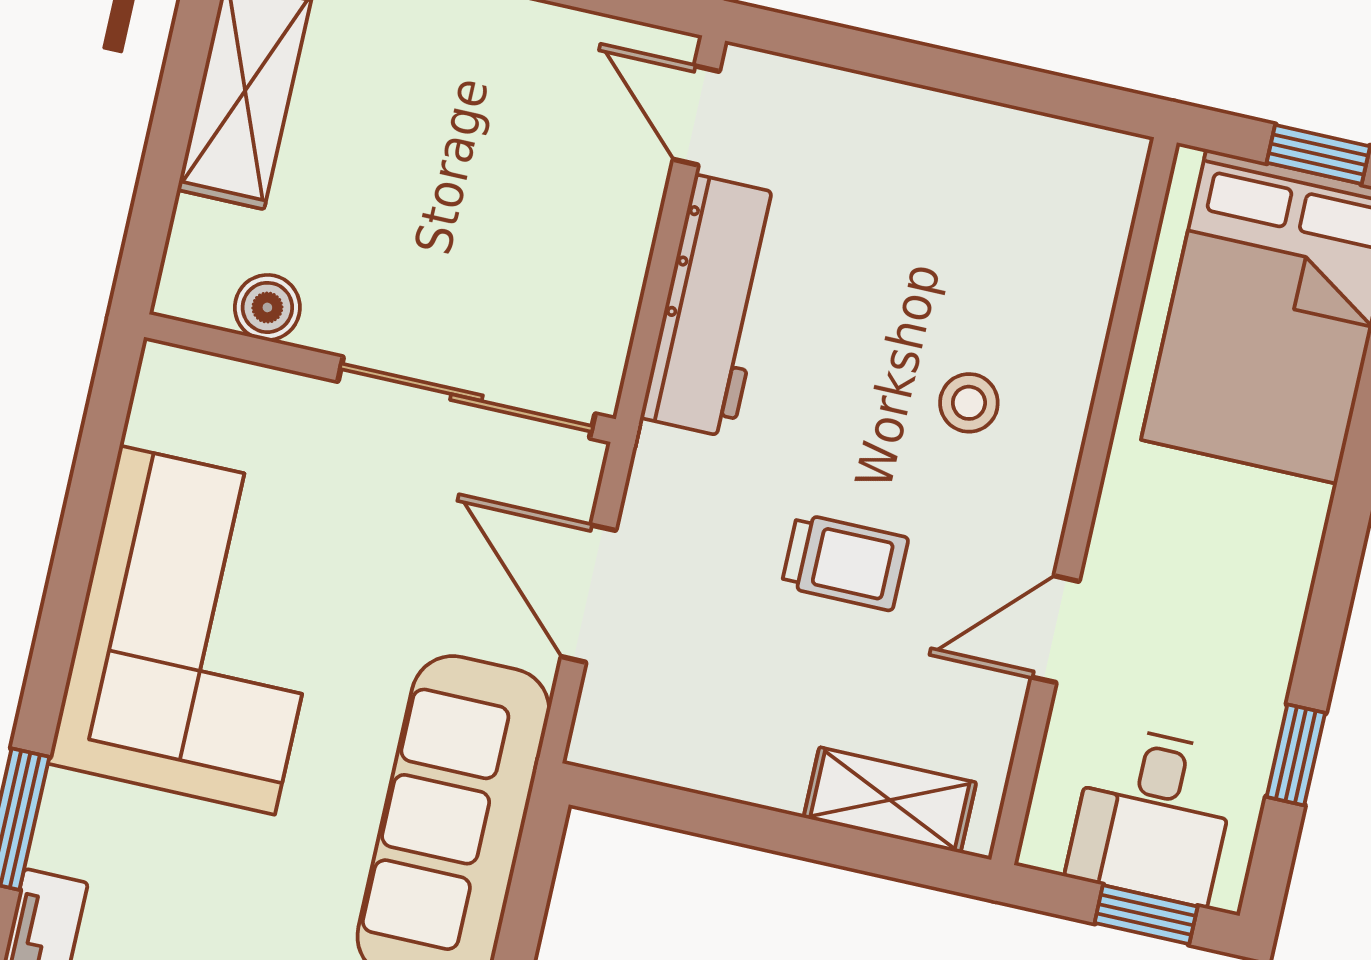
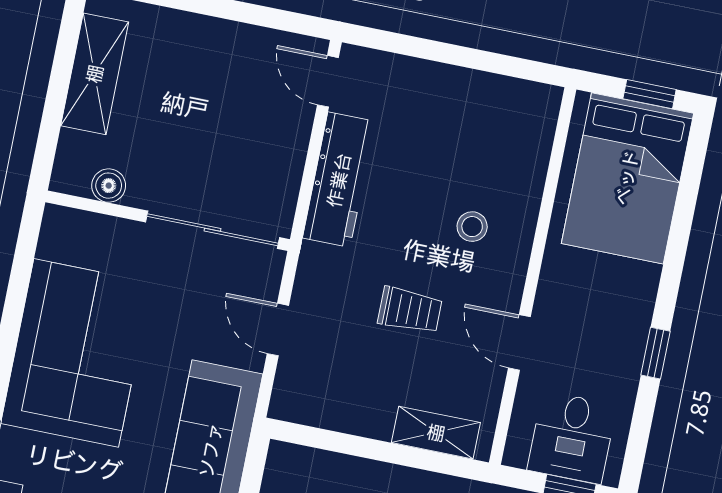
door: (588, 594) -> (278, 330), width x0.73
door: (1055, 629) -> (519, 342), hinge flipped
window: (1296, 755) -> (655, 353), moved

